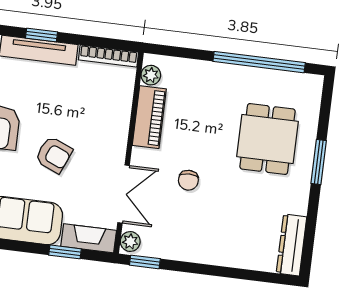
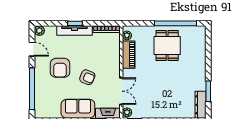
dining table: (268, 139) -> (167, 45), moved
window: (319, 162) -> (208, 91), moved
chair: (188, 180) -> (150, 81), removed

